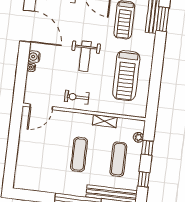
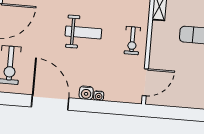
door: (27, 26) -> (50, 102), hinge flipped
door: (41, 107) -> (145, 82), hinge flipped

